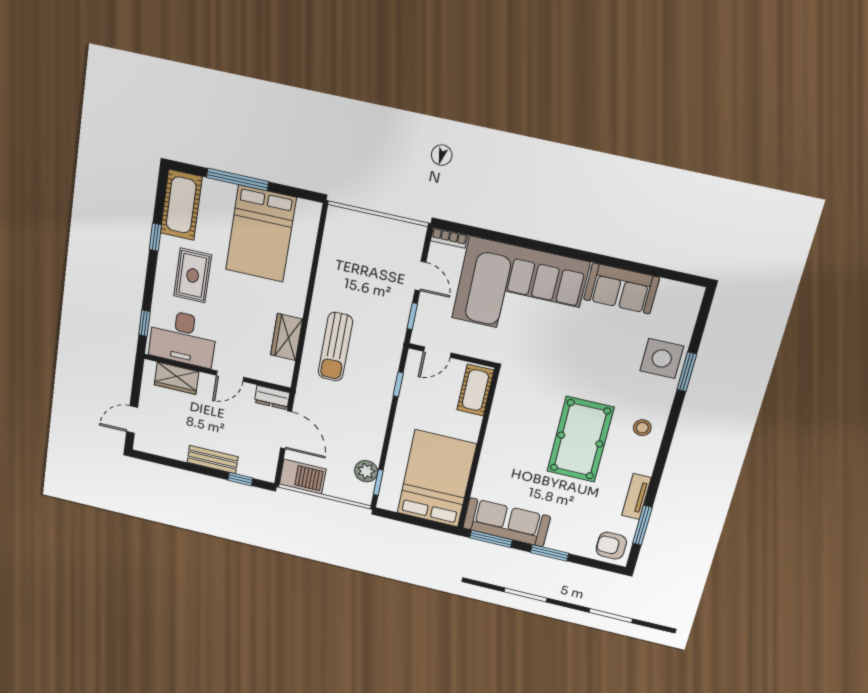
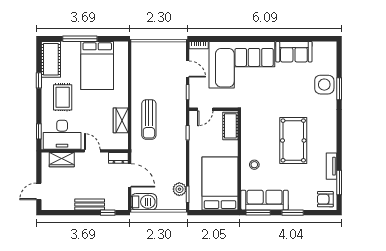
door: (230, 376) -> (92, 151), swing flipped
stool: (642, 428) -> (254, 165), moved

